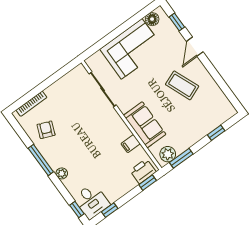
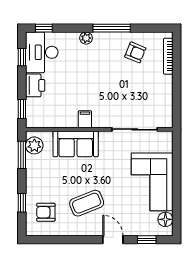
armchair: (210, 110) -> (46, 212), added
filing cabinet: (131, 144) -> (85, 119), moved
printer: (143, 171) -> (35, 85), moved
desk: (92, 201) -> (42, 52), width x1.37

